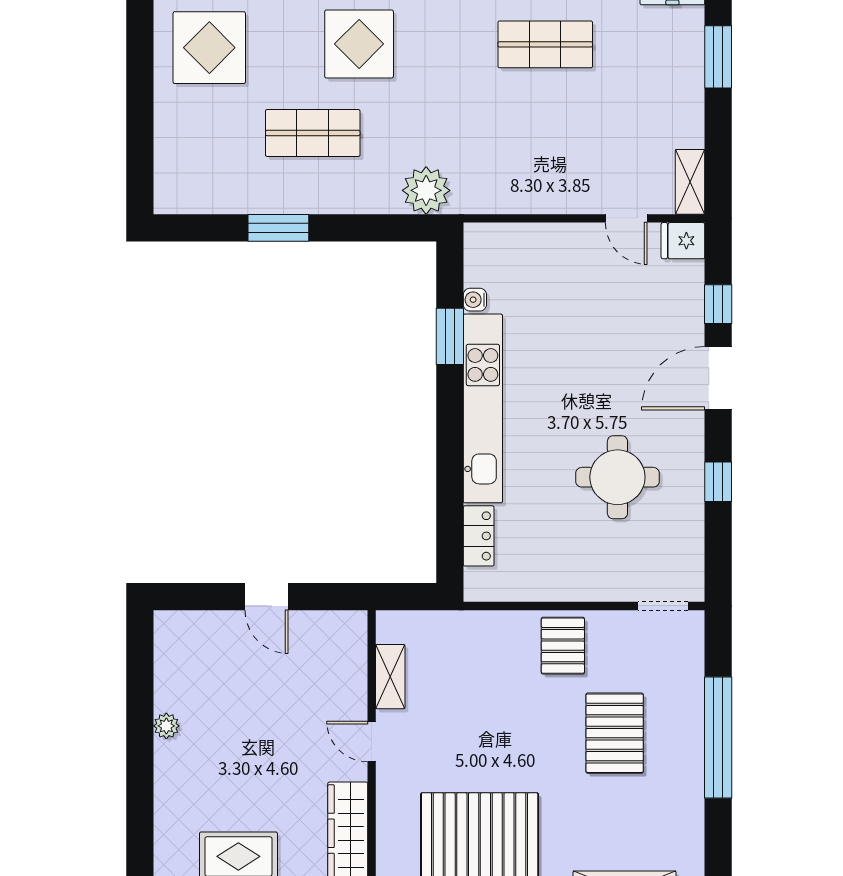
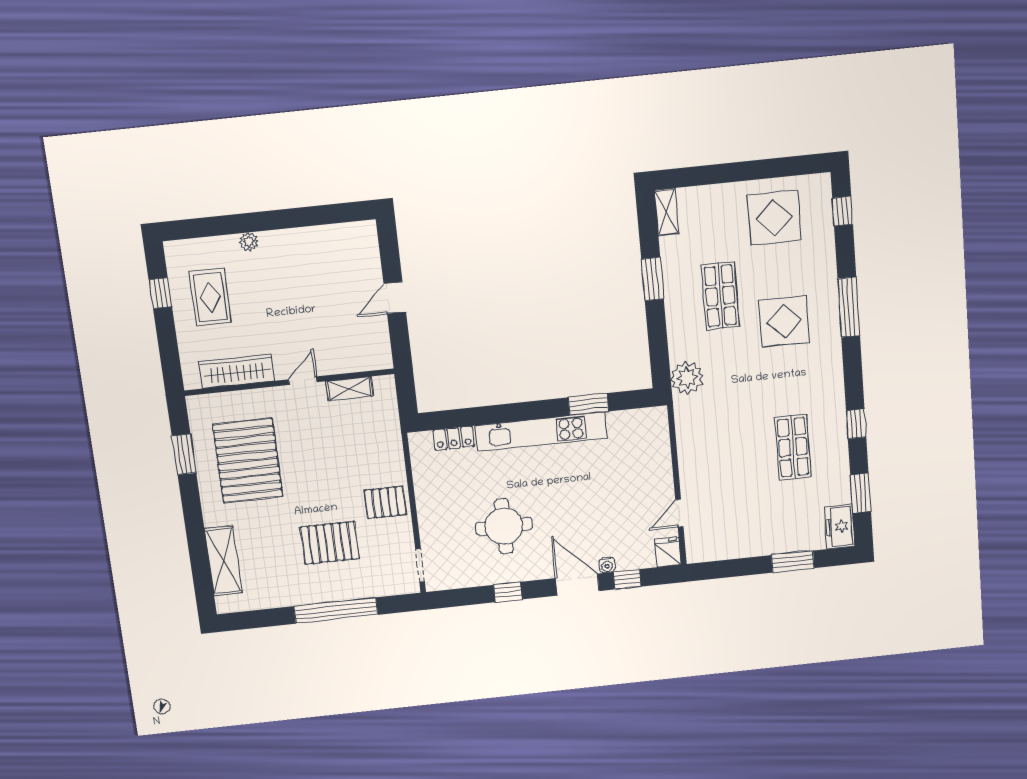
shelving: (690, 182) -> (667, 212), moved, turned 90
water cooler: (475, 300) -> (607, 565), moved, turned 180
plant: (166, 726) -> (249, 242), moved

